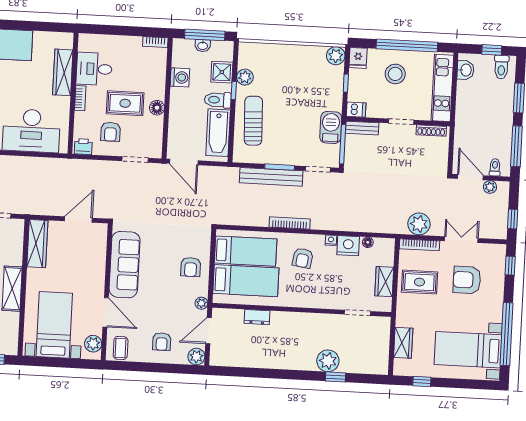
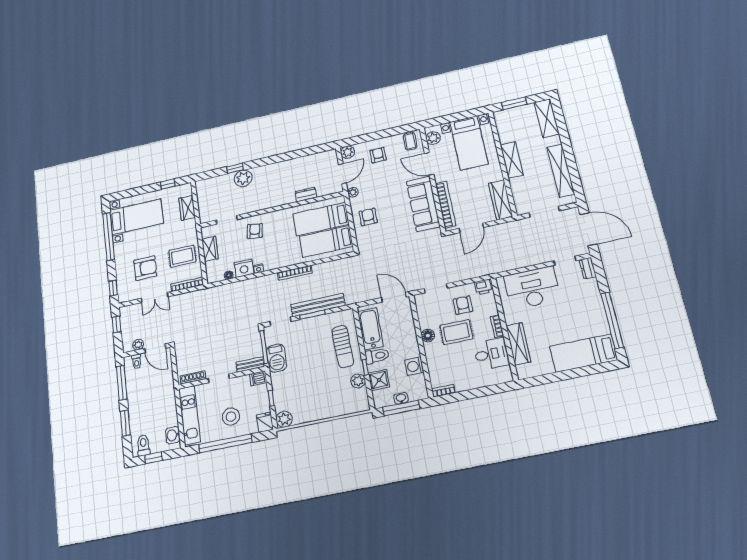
plant: (419, 224) -> (190, 300), removed
bookcase: (100, 256) -> (446, 205), added
armchair: (303, 258) -> (255, 231), moved

